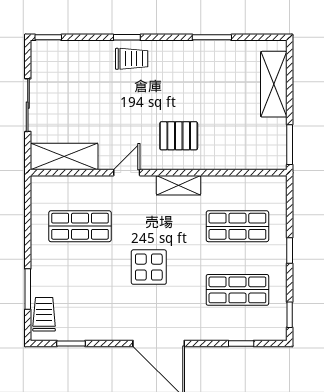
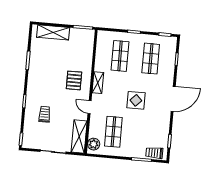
trolley: (132, 59) -> (45, 114), moved
plant: (51, 188) -> (94, 144), added

